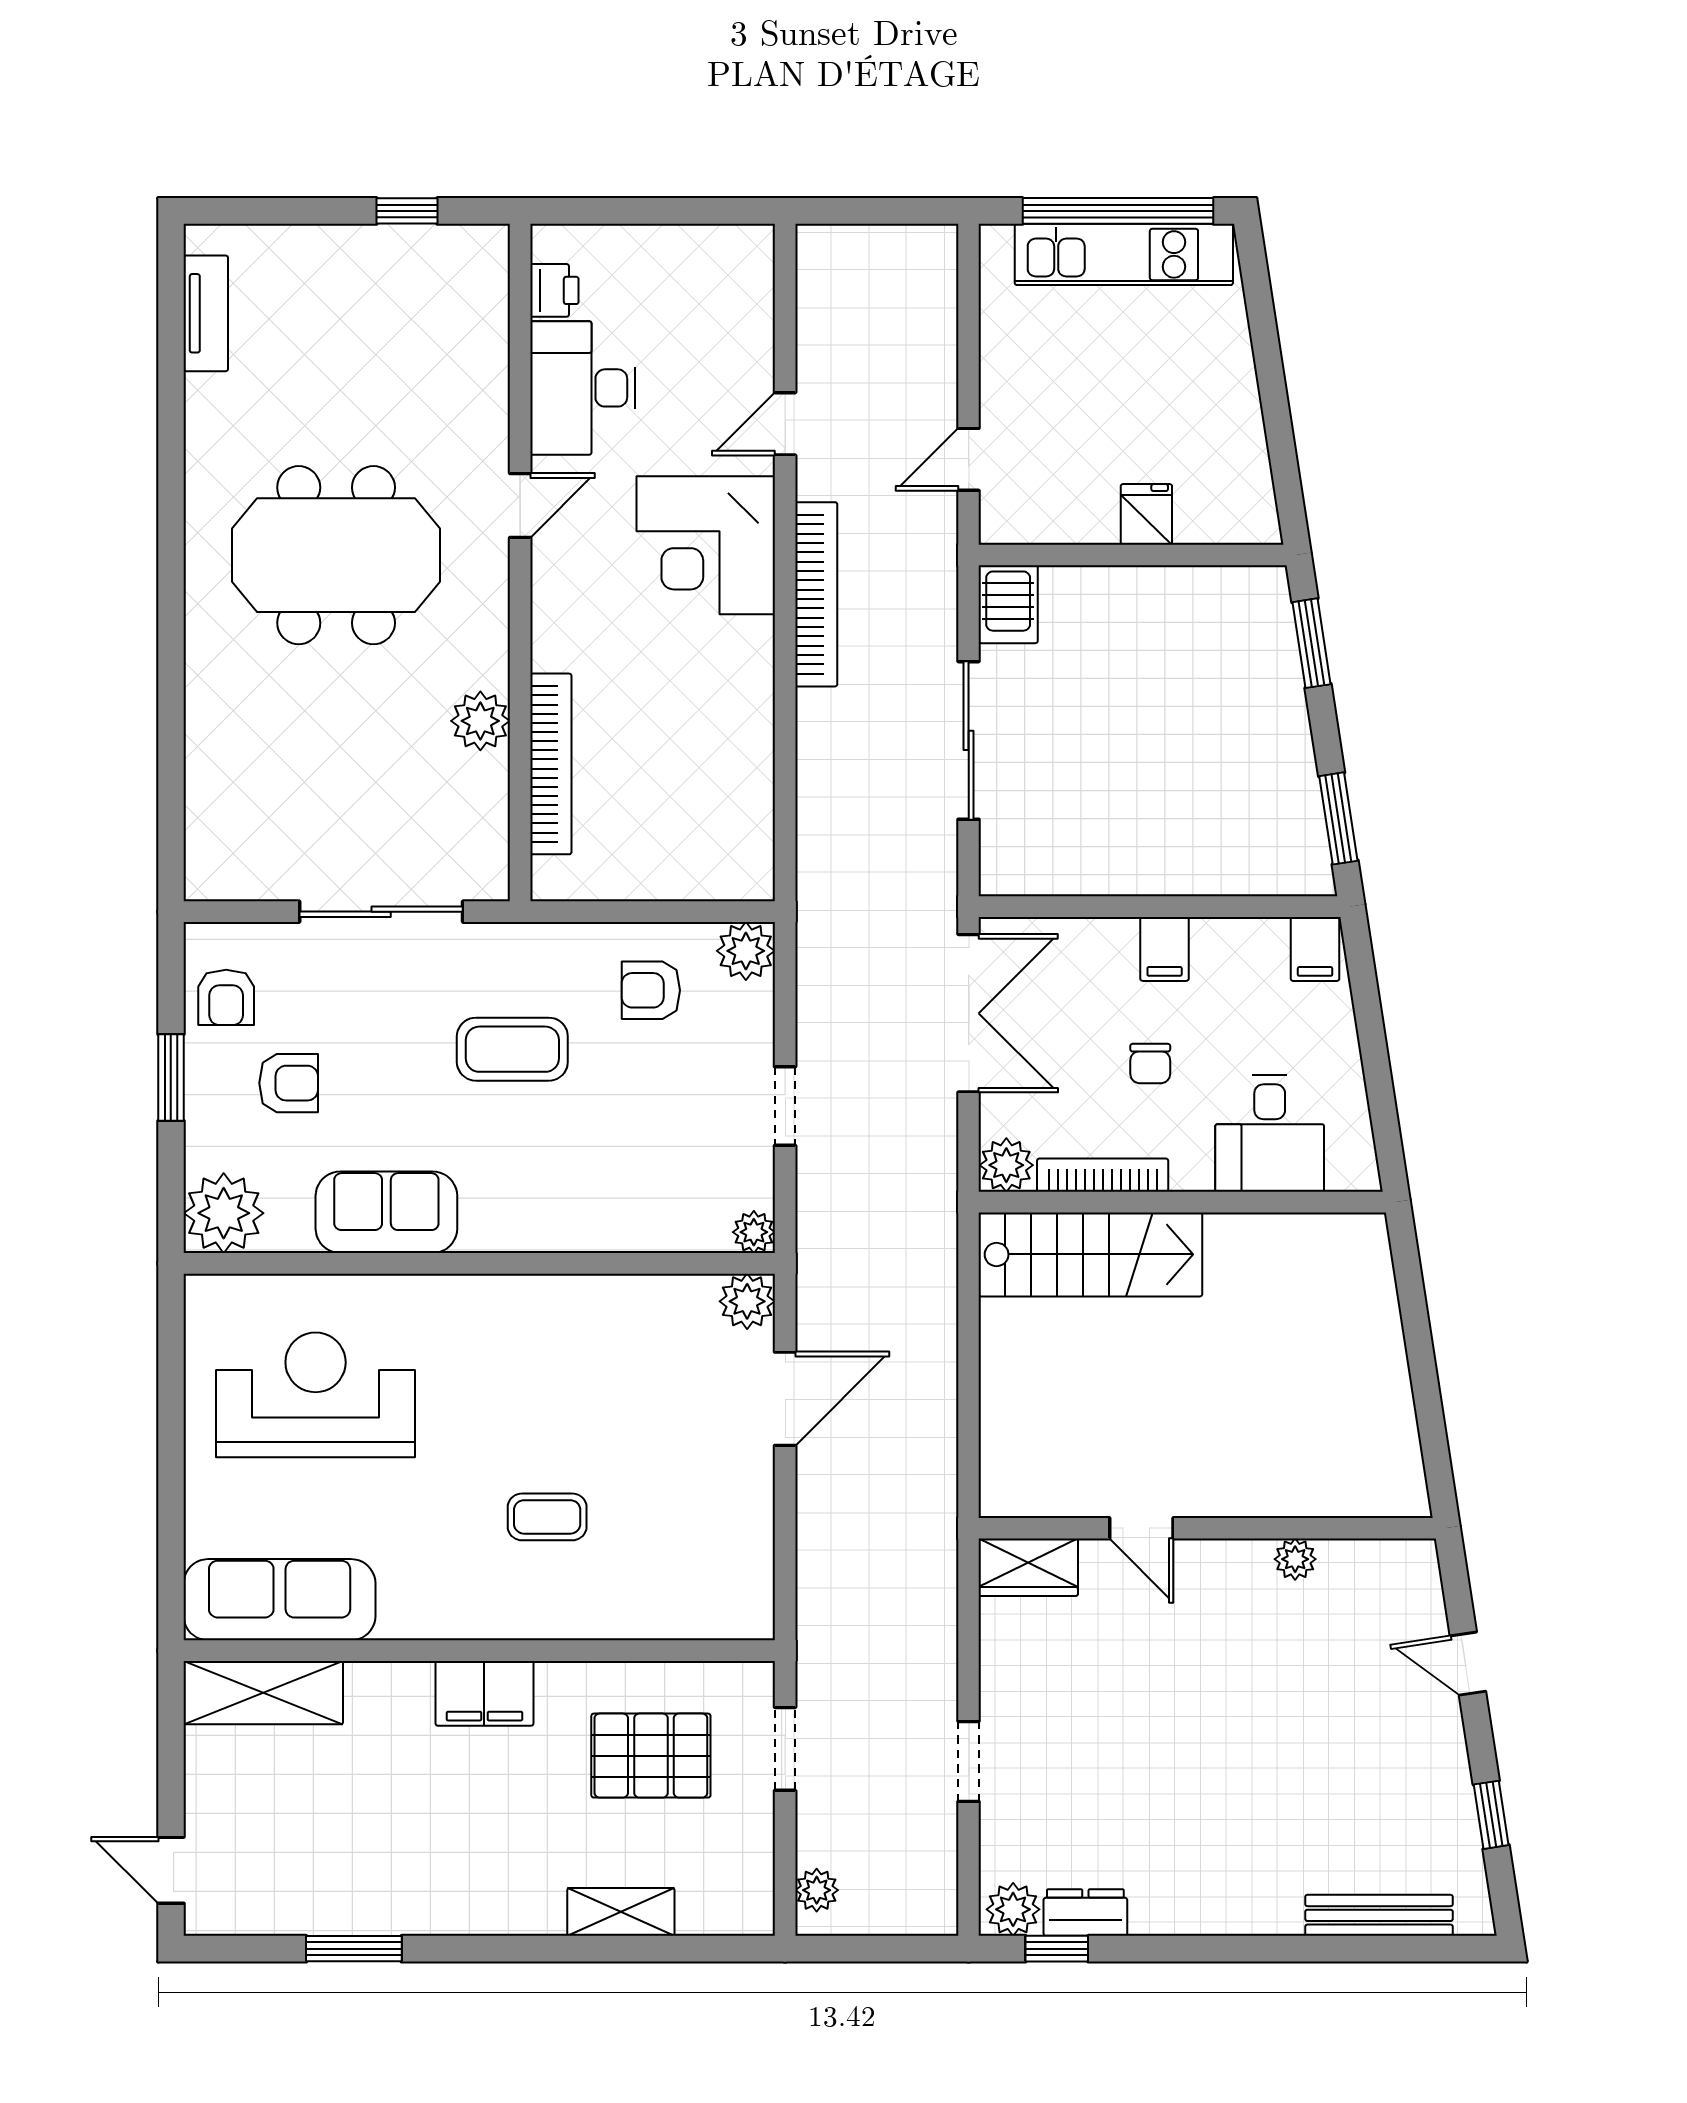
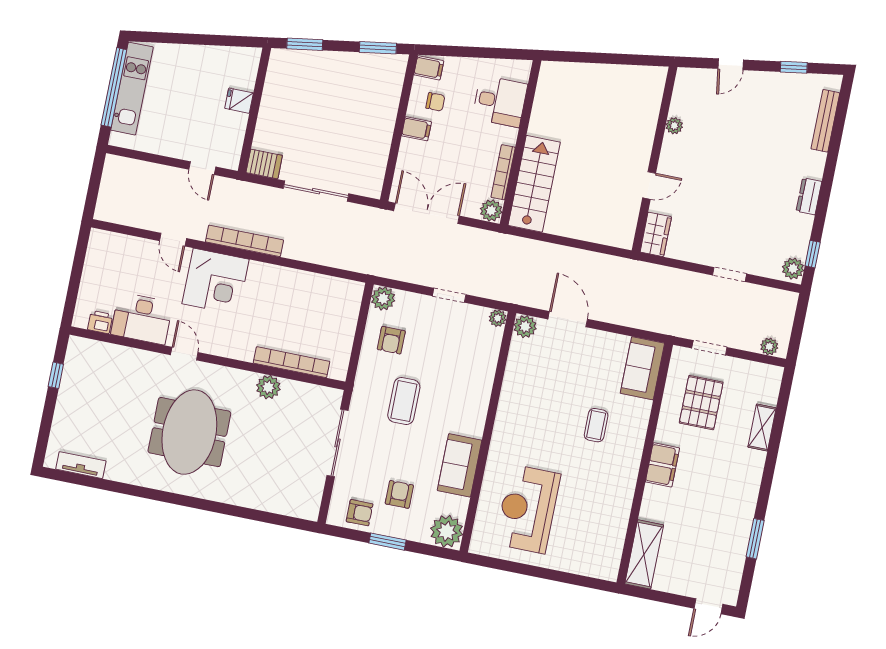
chair: (1150, 1064) -> (435, 102), moved
sofa: (280, 1600) -> (642, 368), moved, width x0.73
dresser: (1085, 1913) -> (809, 196), moved

